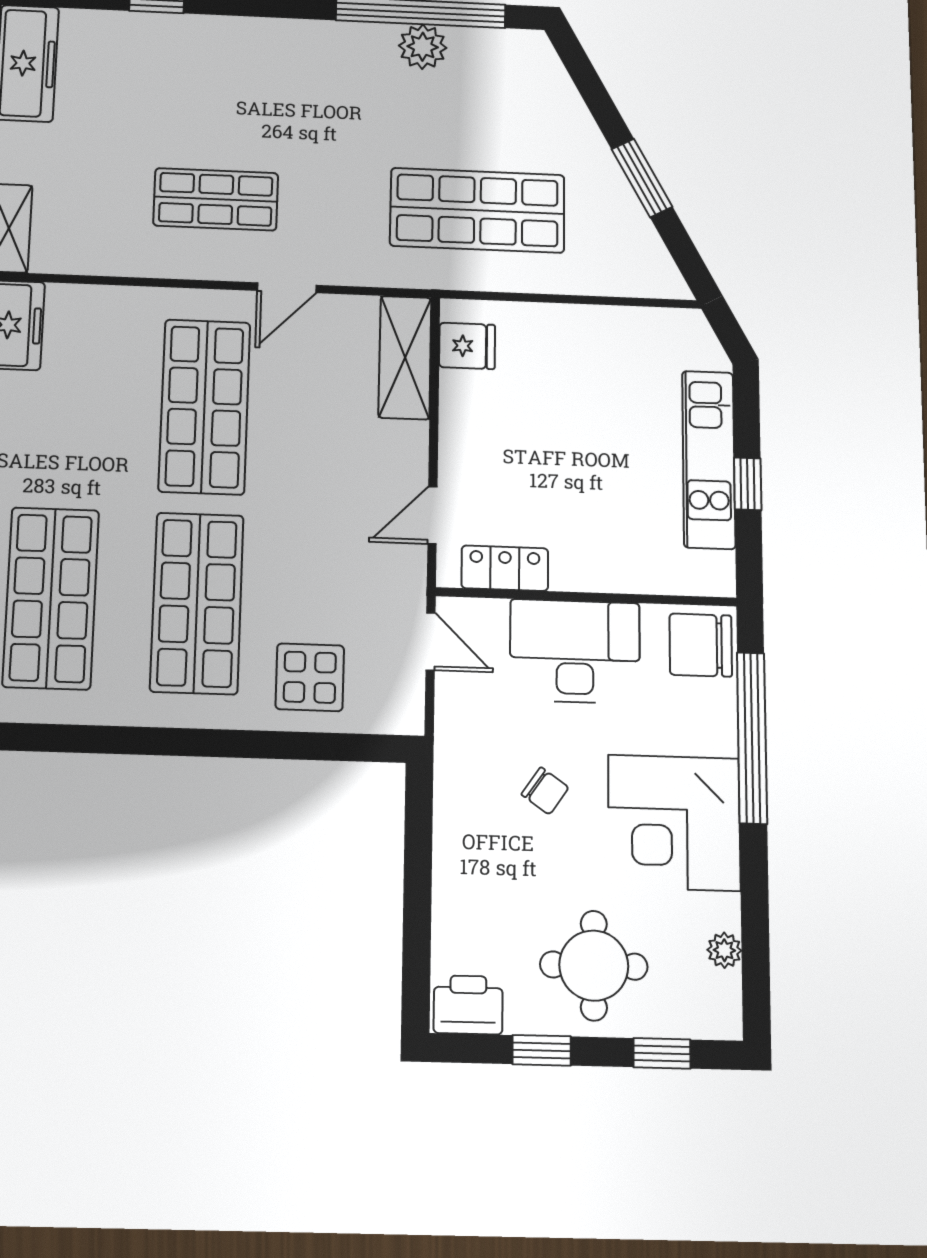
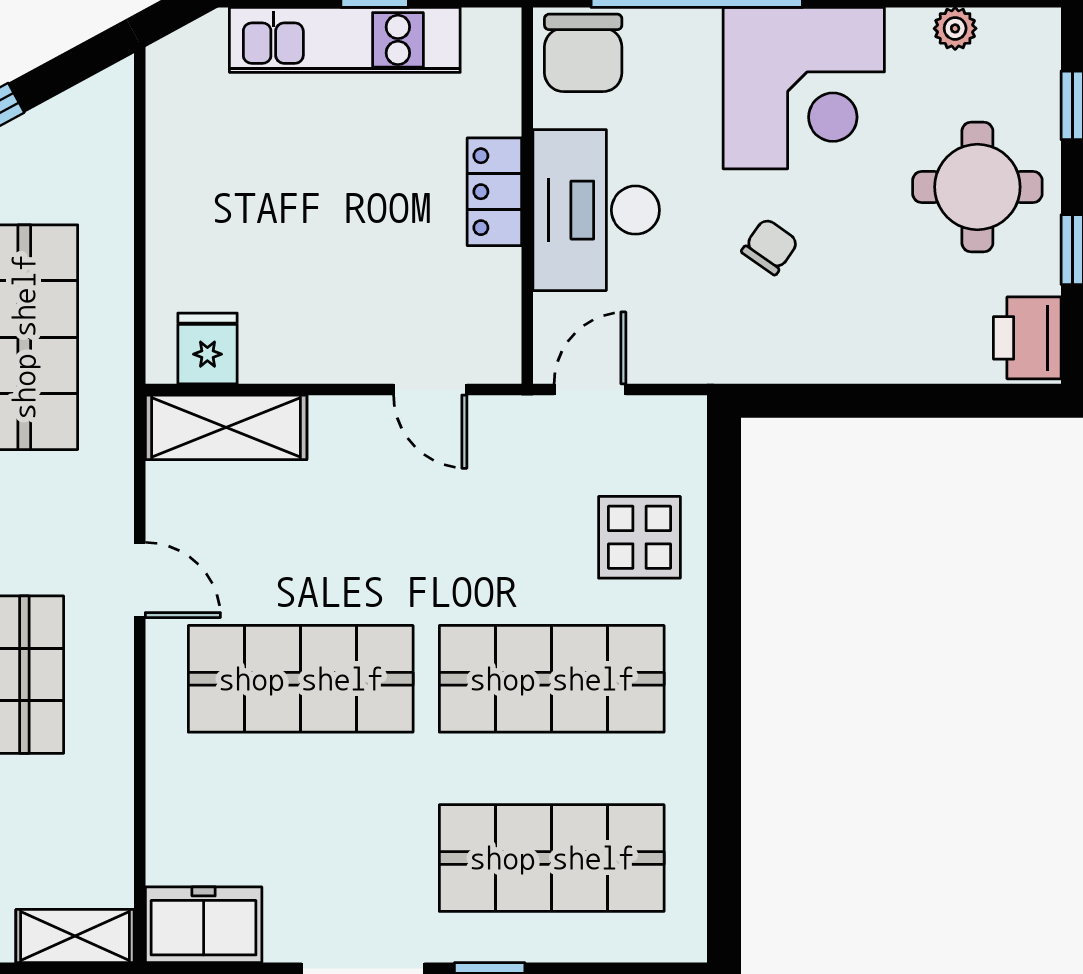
locker: (505, 568) -> (494, 192), moved

